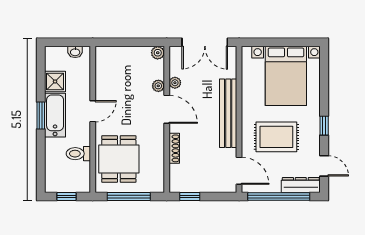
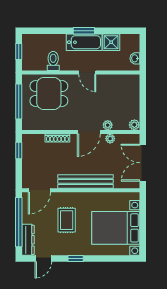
rug: (276, 137) -> (67, 220), width x0.73, depth x0.70

